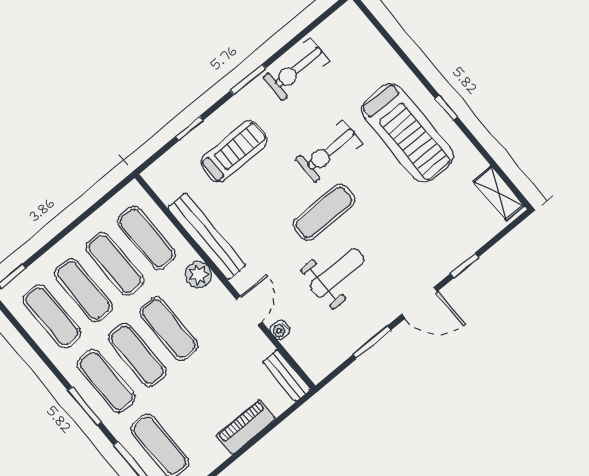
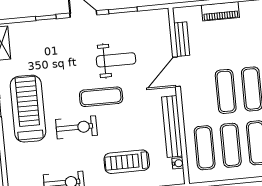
weight bench: (337, 273) -> (116, 60), turned 180
plant: (199, 275) -> (190, 109), removed
door: (249, 311) -> (176, 72), width x1.38
water cooler: (280, 330) -> (178, 163), moved
bench: (286, 376) -> (182, 39), moved

